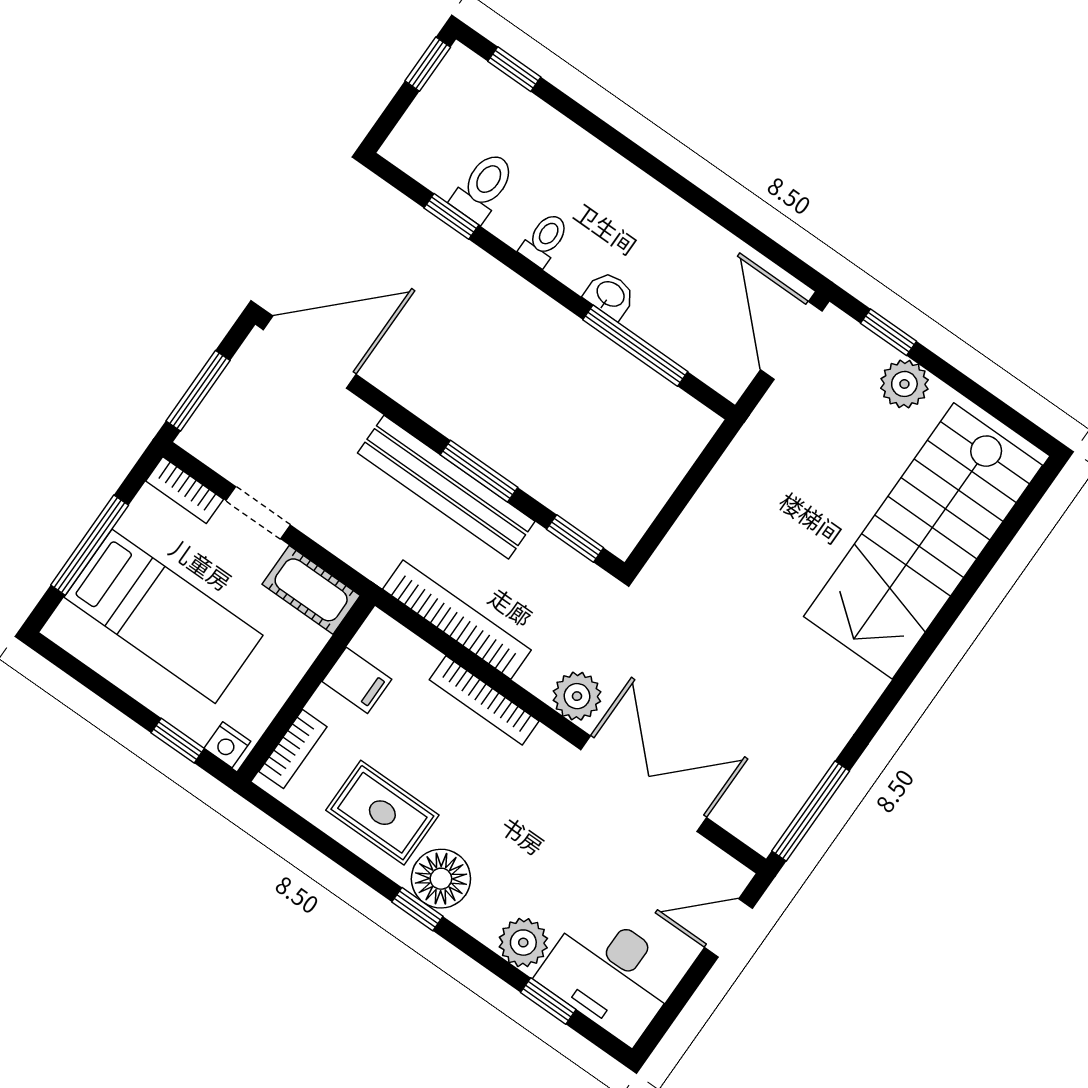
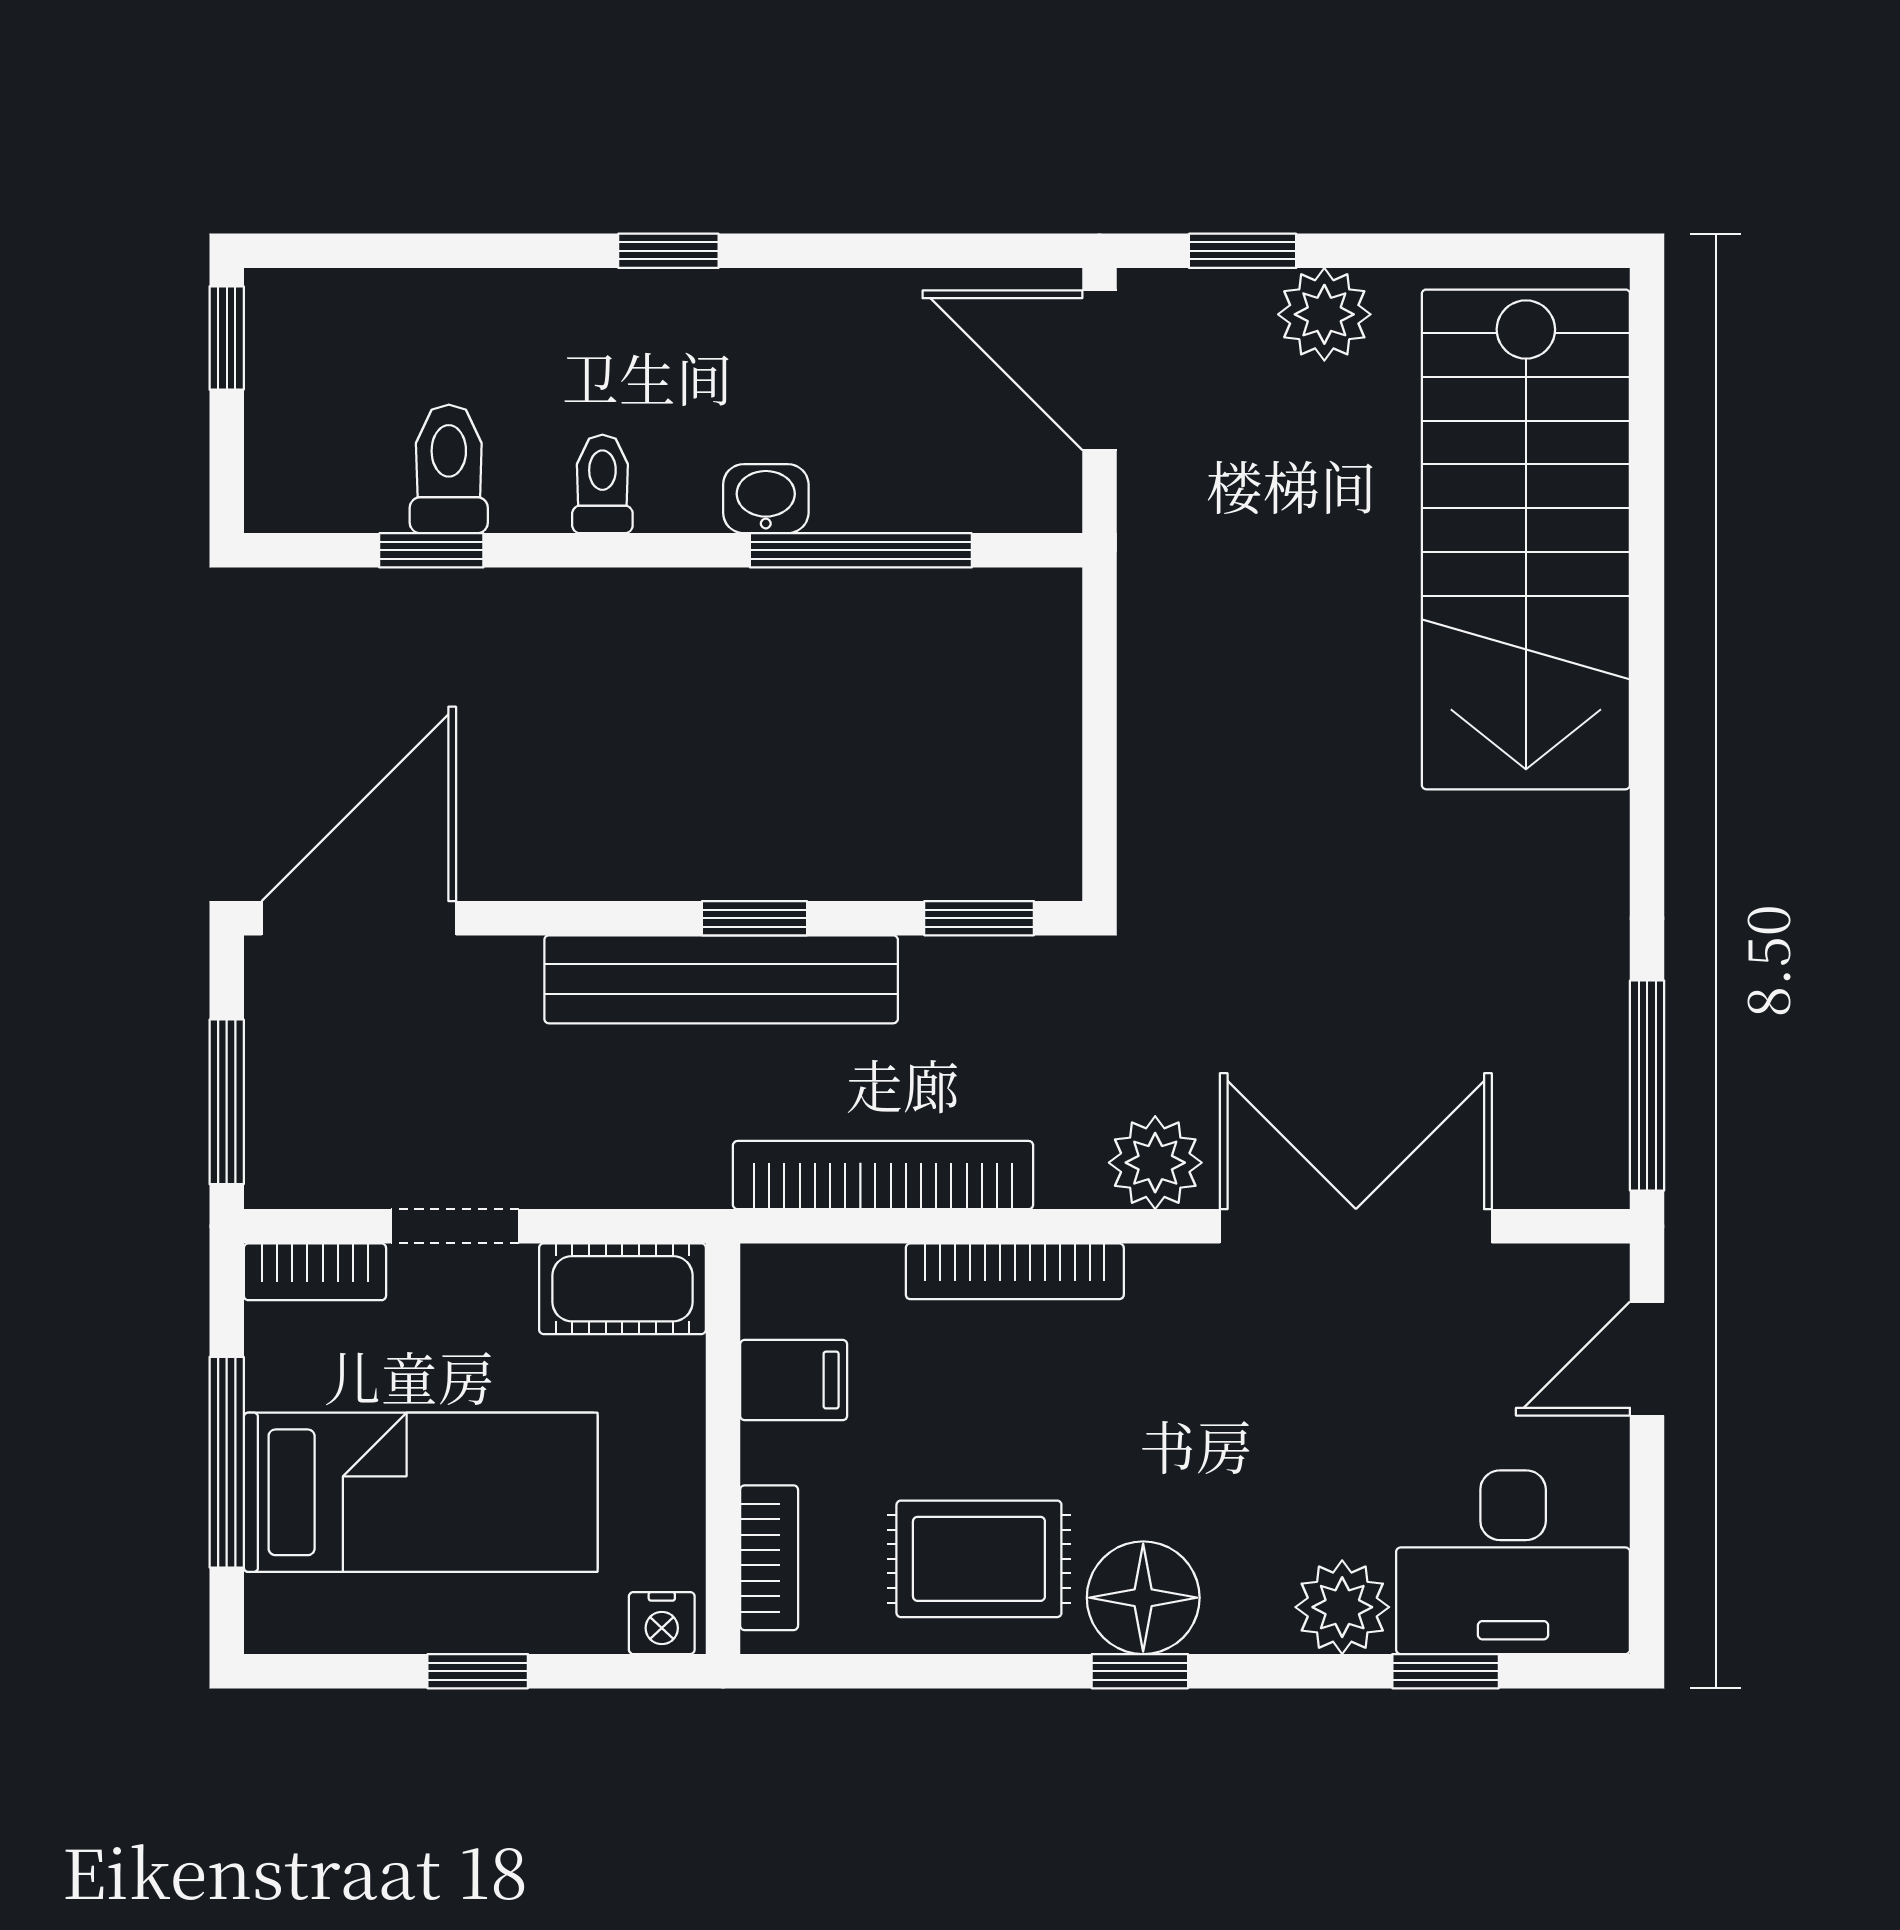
window: (514, 69) -> (668, 251), moved
window: (479, 471) -> (755, 918), width x0.67
window: (178, 741) -> (478, 1671), moved

